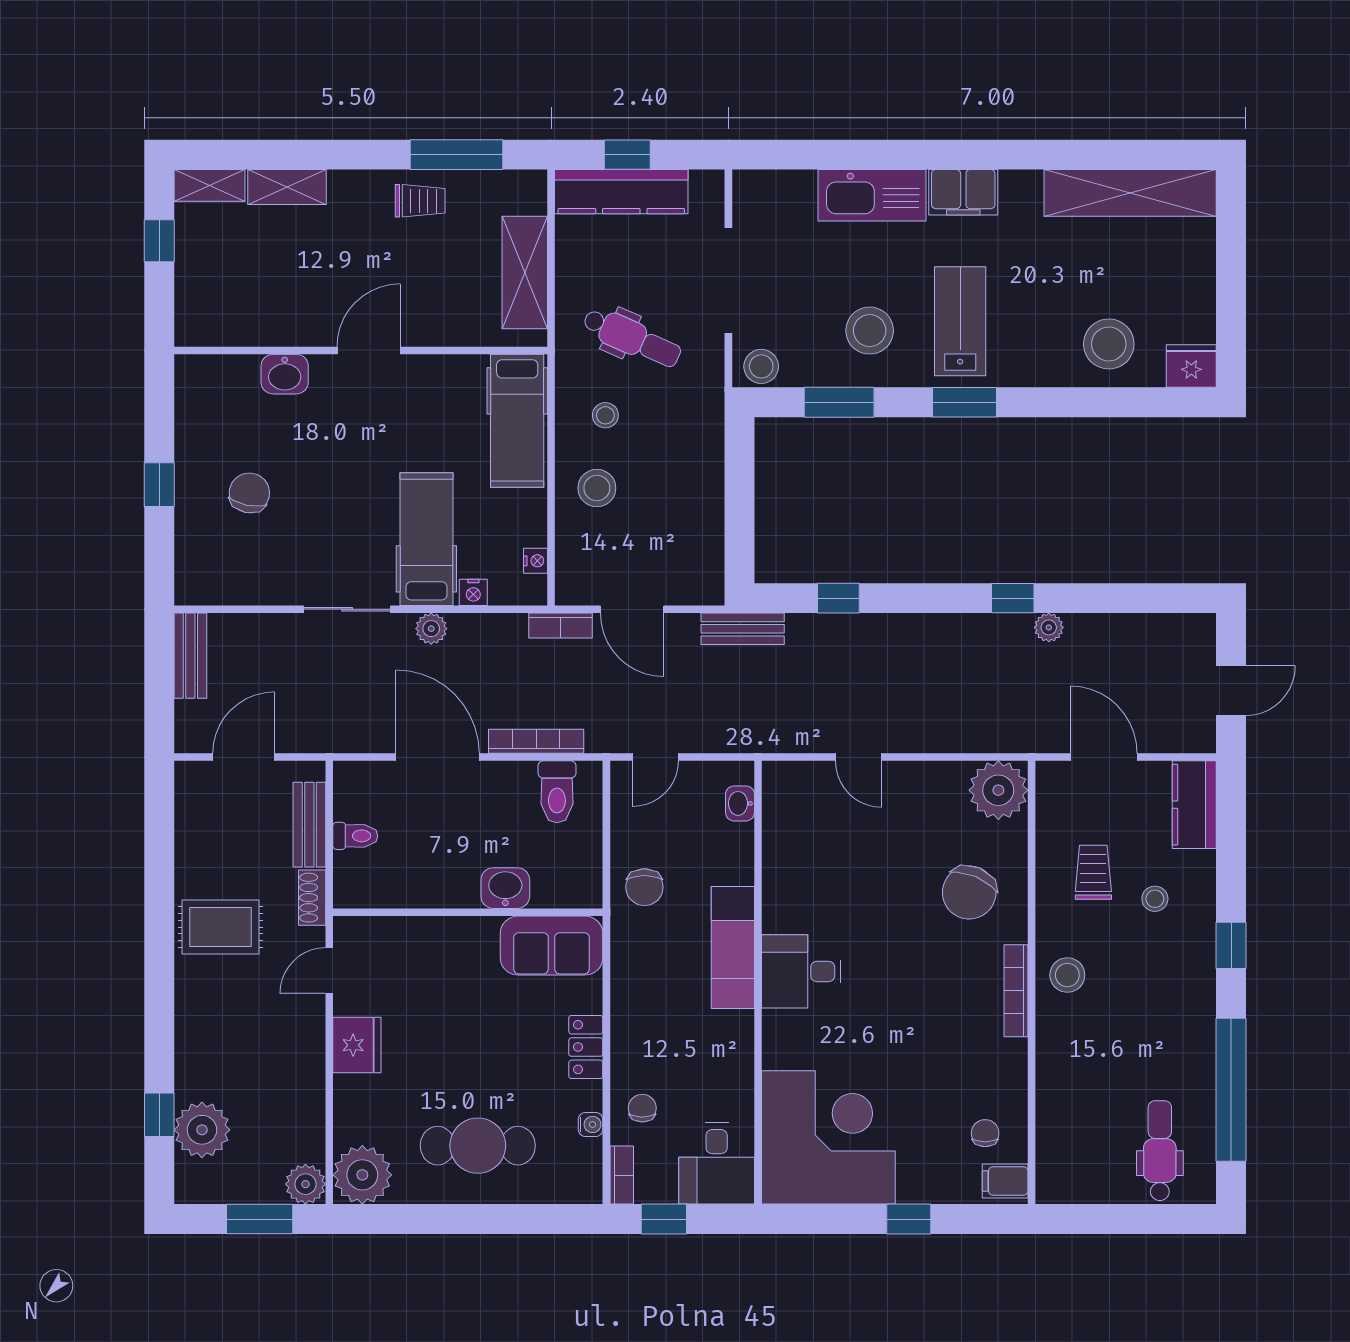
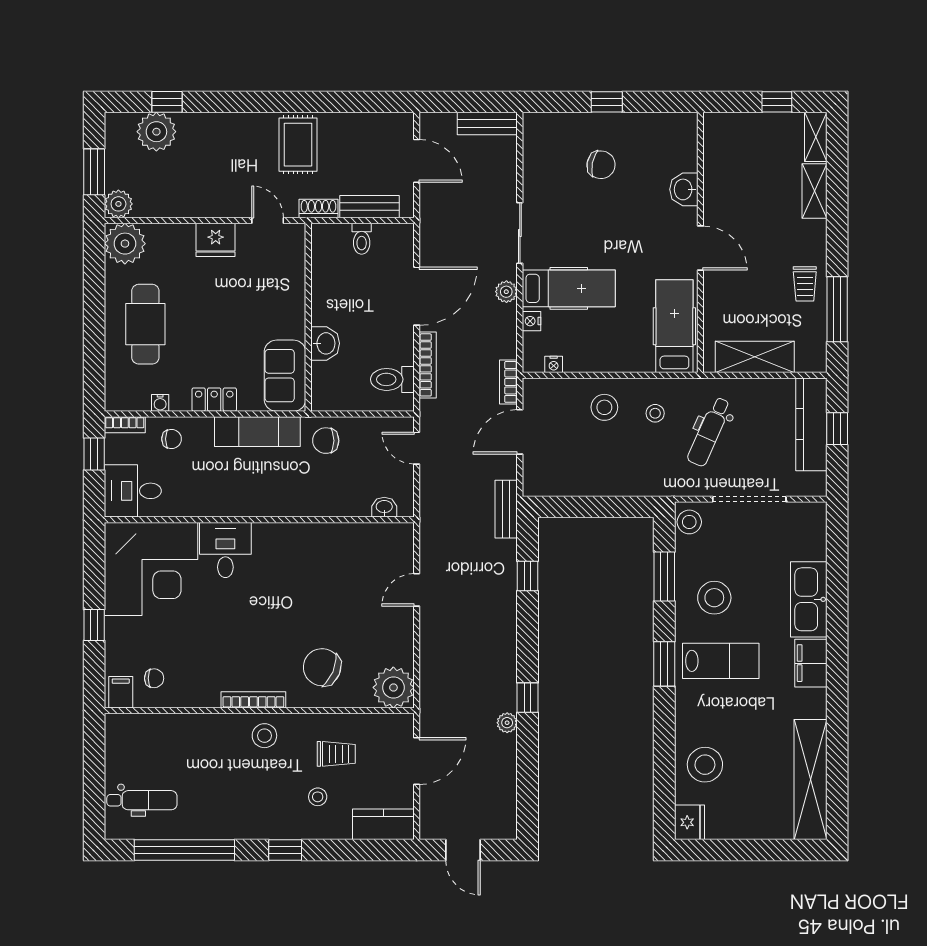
hospital bed: (517, 421) -> (674, 326), moved, turned 90
exam couch: (733, 947) -> (257, 432), moved, turned 180
desk: (801, 971) -> (225, 550), moved

